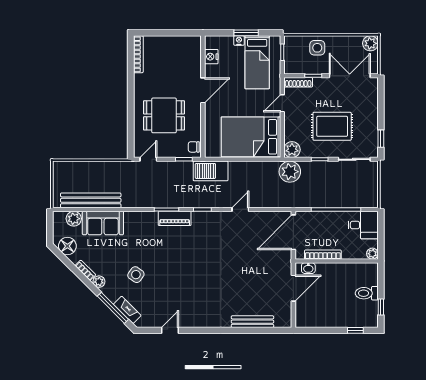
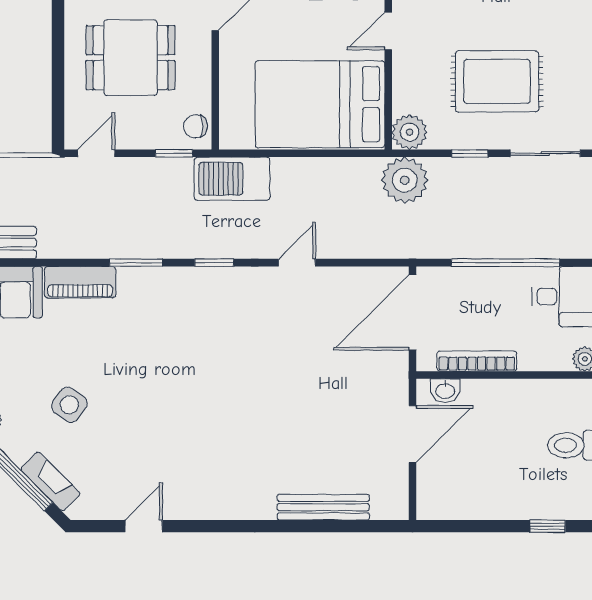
piano: (175, 218) -> (80, 282), moved

